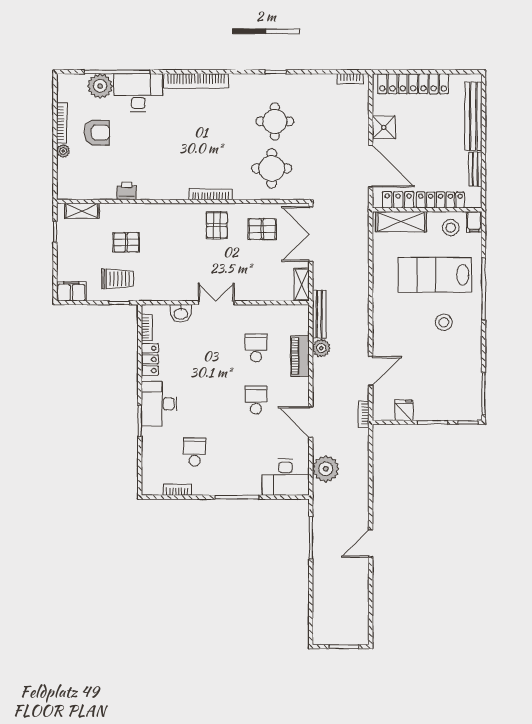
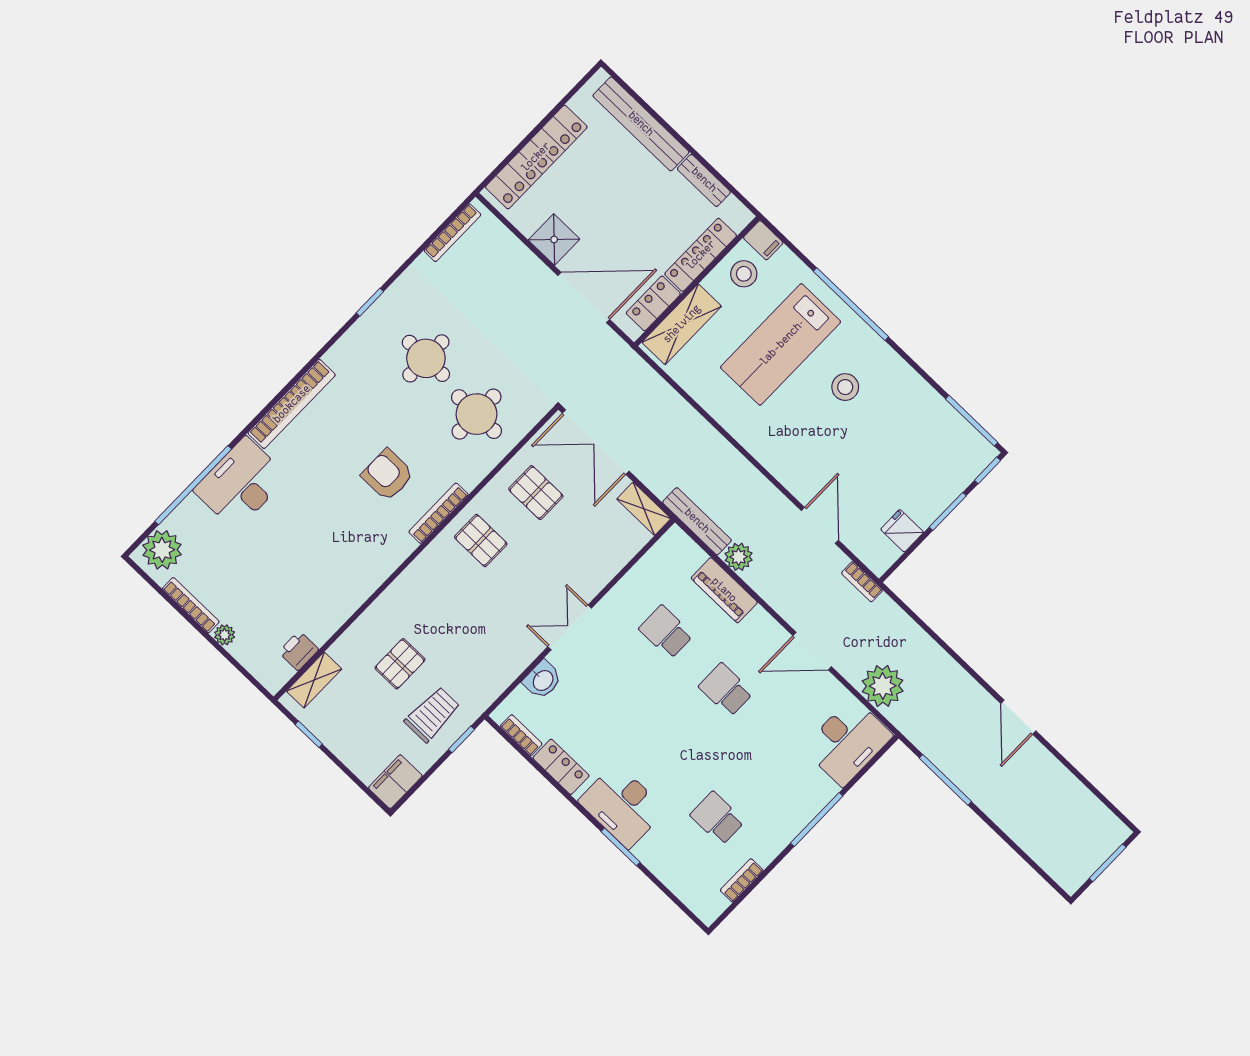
bookcase: (350, 79) -> (452, 233), width x1.56
plant: (100, 86) -> (162, 550), moved
armchair: (97, 133) -> (388, 475), moved, turned -90
printer: (127, 191) -> (299, 651), moved
pallet: (262, 229) -> (536, 493), turned 90

